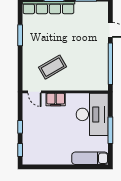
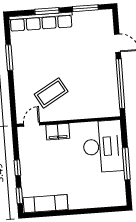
door: (34, 92) -> (32, 124), swing flipped
exam couch: (90, 158) -> (46, 204), moved

